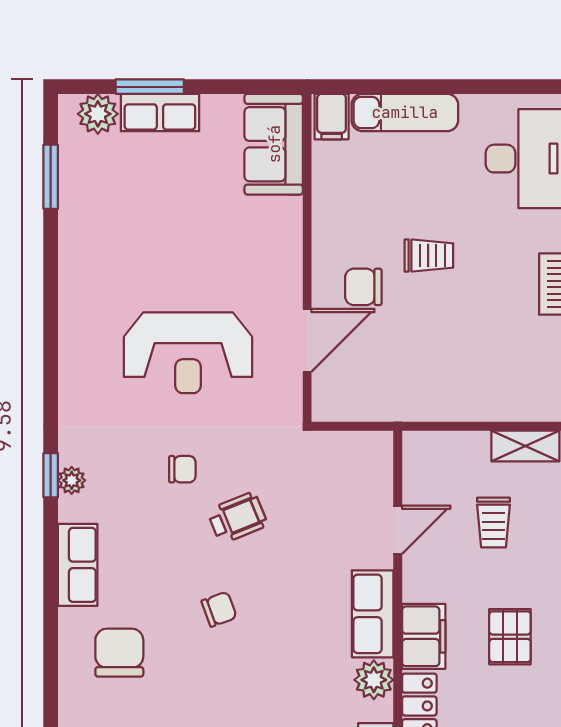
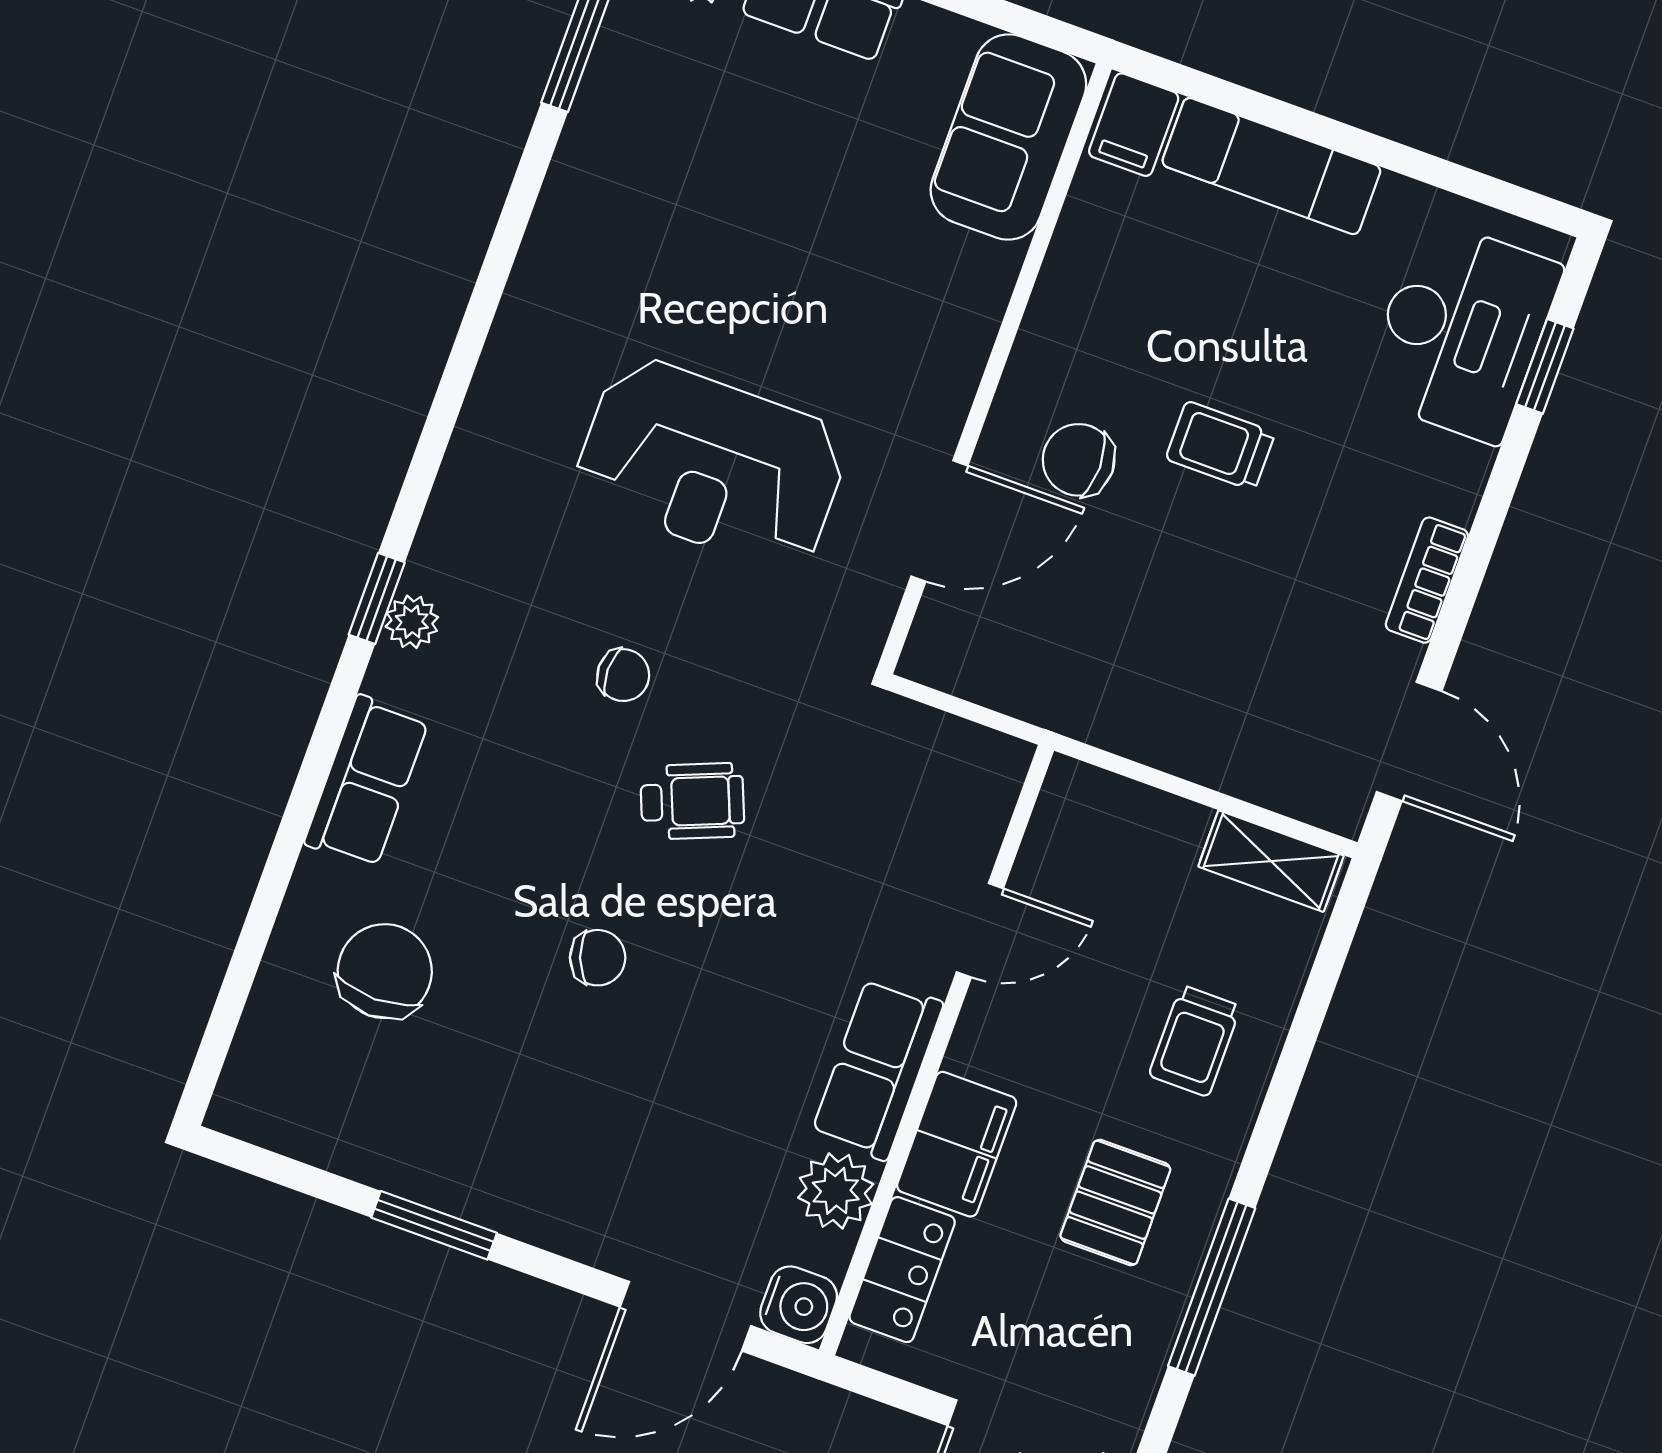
trolley: (429, 256) -> (1220, 446), turned 180
trolley: (493, 523) -> (1195, 1041), moved

